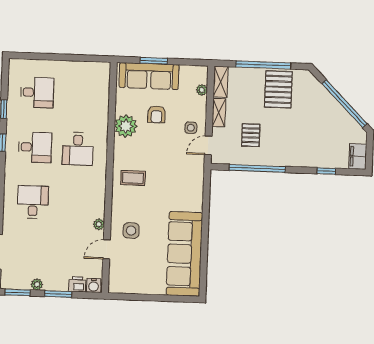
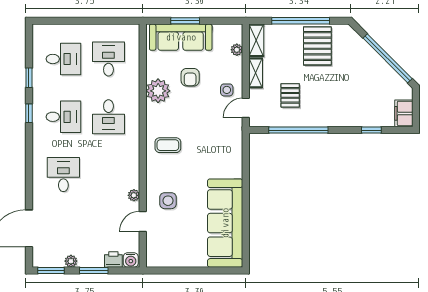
desk: (80, 94) -> (108, 59), added

